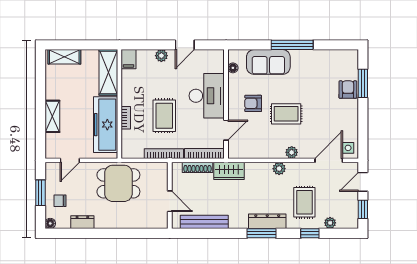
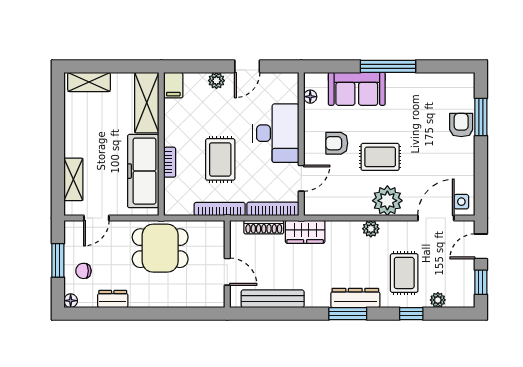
shelving: (52, 116) -> (73, 179), moved
plant: (292, 152) -> (387, 201), width x1.88, depth x1.88

